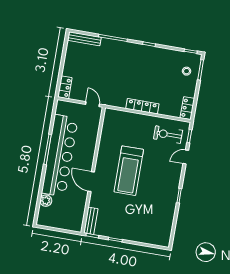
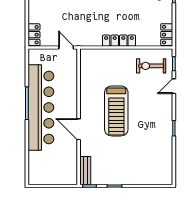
plant: (46, 201) -> (34, 158), removed

